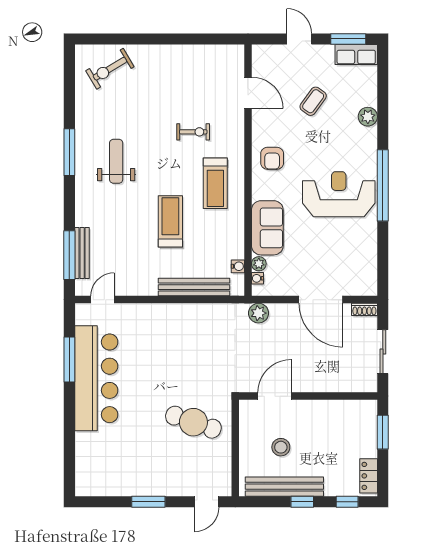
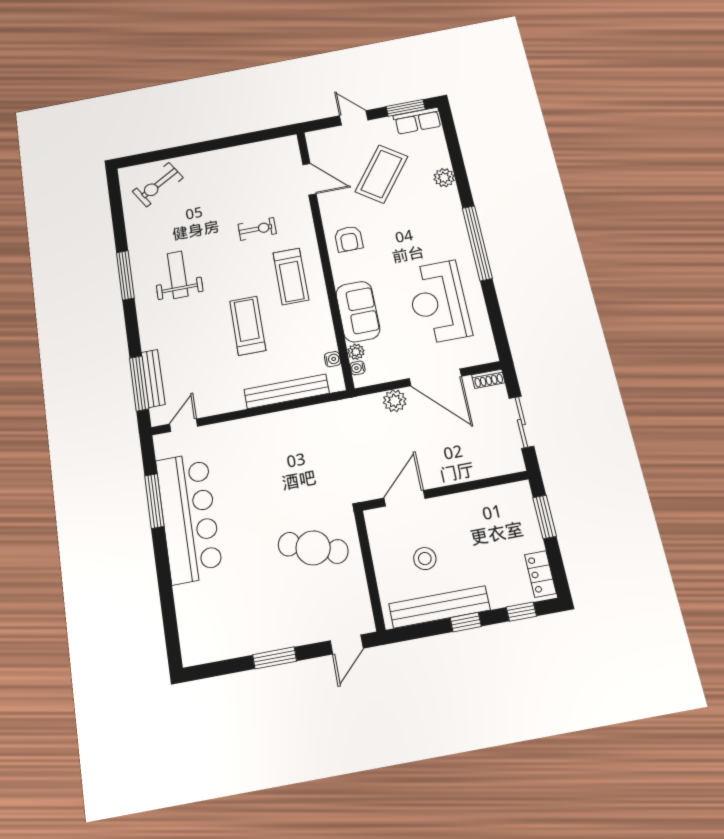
coffee table: (313, 101) -> (381, 174), width x1.86, depth x1.72
reception desk: (339, 194) -> (438, 302), moved, turned -90
plant: (259, 313) -> (395, 401), moved

